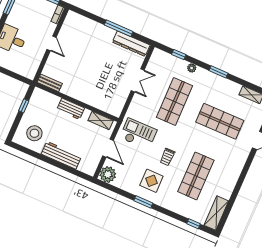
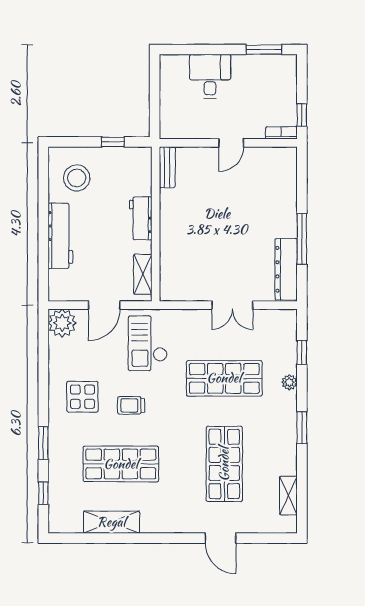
checkout: (138, 134) -> (148, 343), turned 180
window: (143, 202) -> (43, 443), moved
shelving: (216, 213) -> (111, 522), moved

